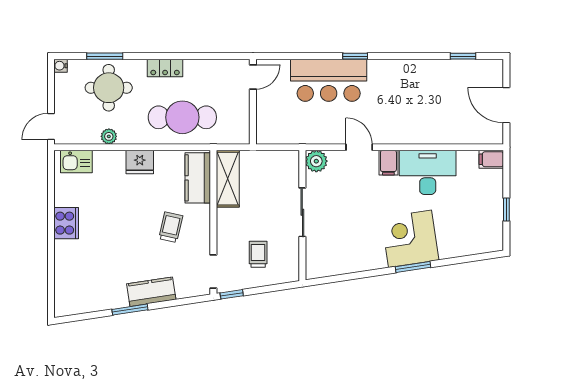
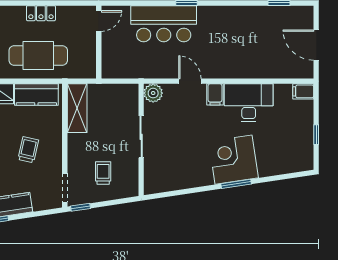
locker: (165, 68) -> (41, 13), moved
kitchen counter: (198, 178) -> (36, 94), moved, turned -90

